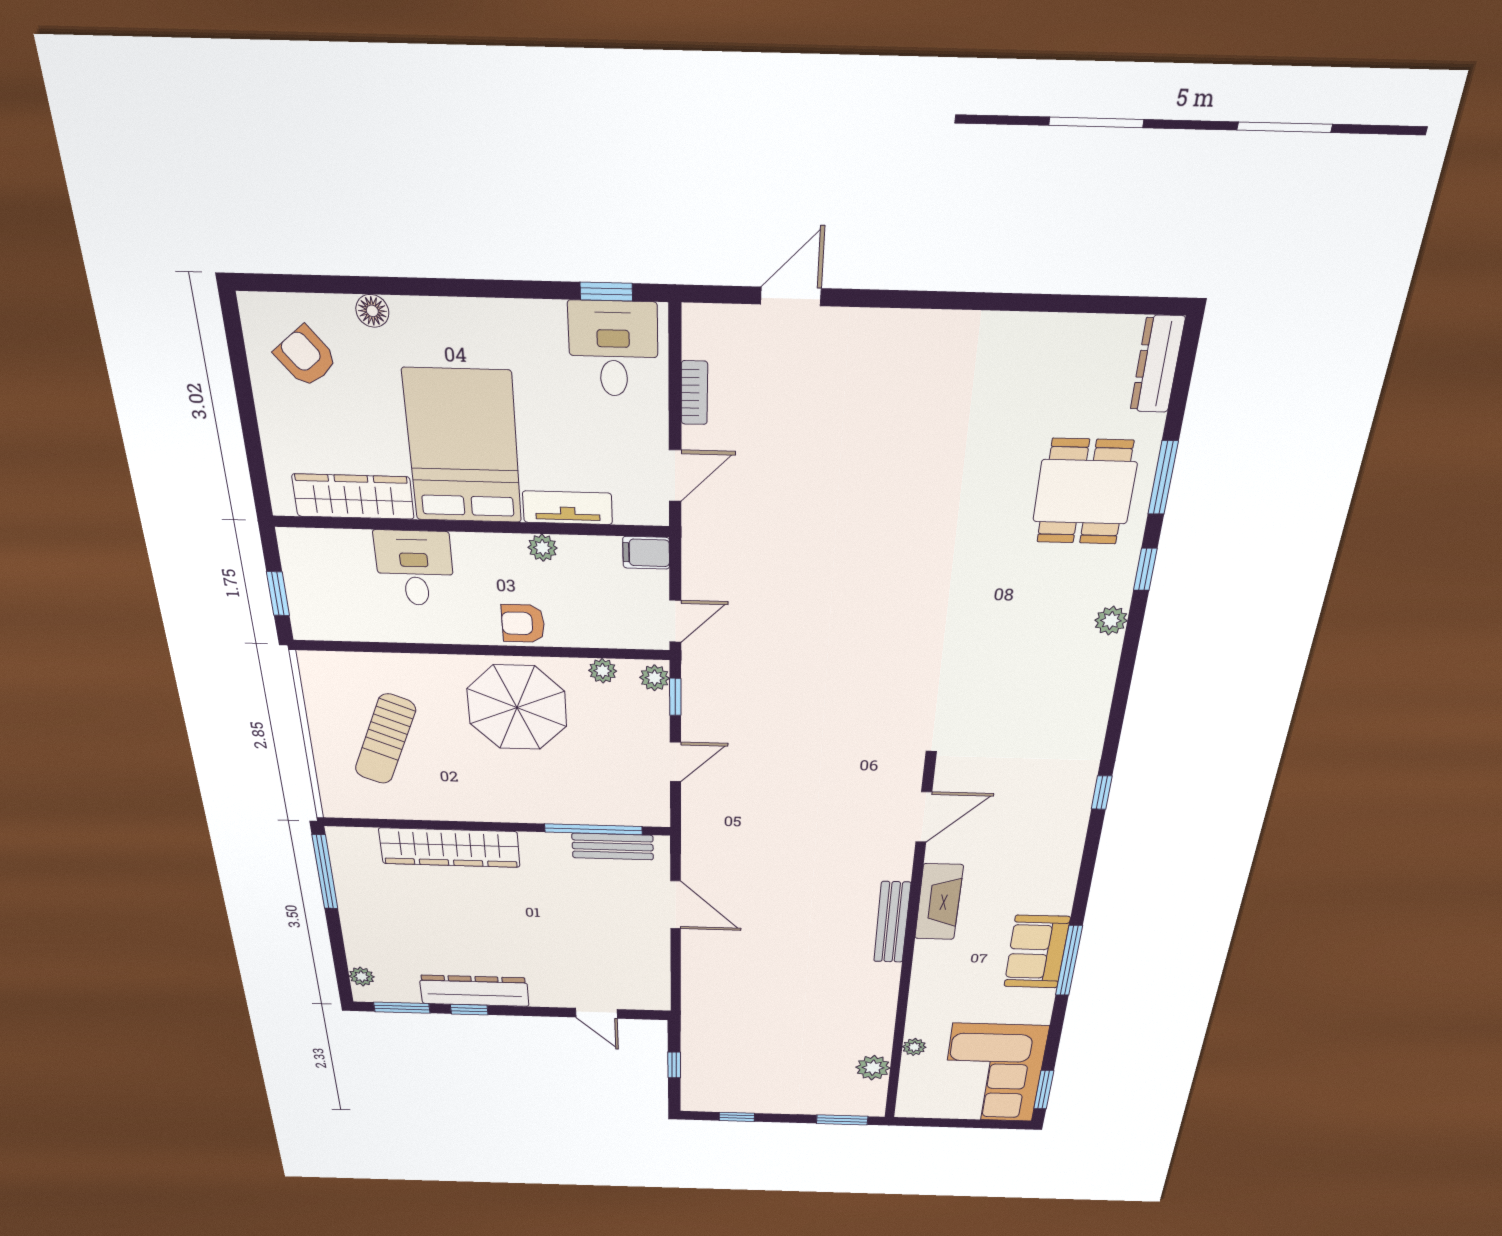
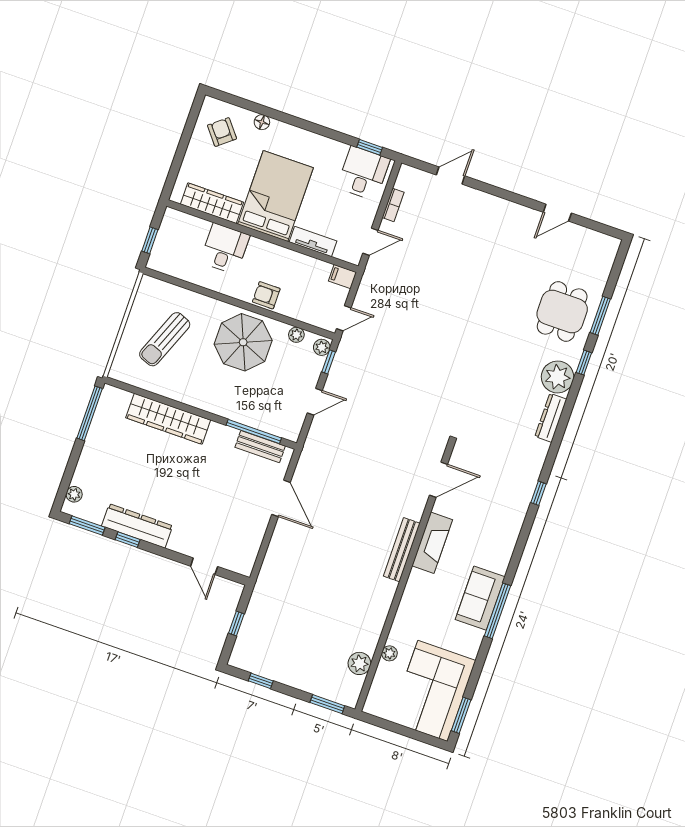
door: (1035, 303) -> (557, 213), added
dresser: (1157, 364) -> (551, 418), moved
plant: (543, 548) -> (293, 258), removed
plant: (1111, 621) -> (558, 377), width x1.88, depth x1.88

